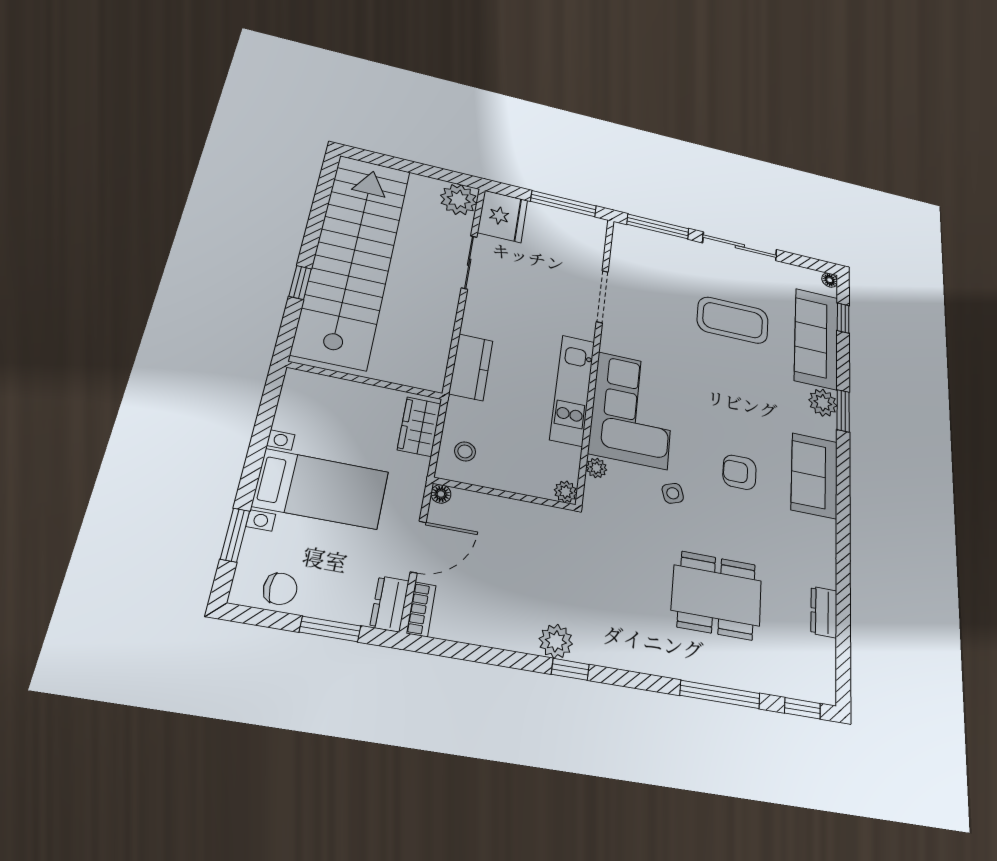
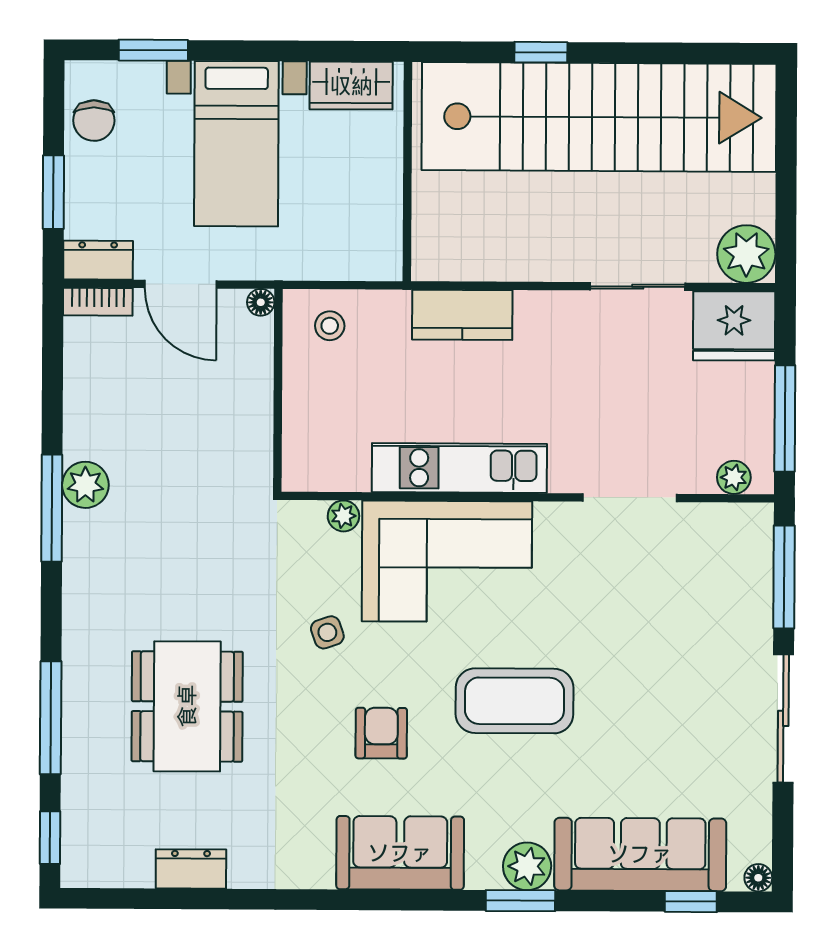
coffee table: (733, 320) -> (515, 701), moved, turned 90
wardrobe: (419, 427) -> (351, 86), moved, turned 180
plant: (566, 492) -> (734, 477), moved
window: (570, 669) -> (52, 508), width x2.17

